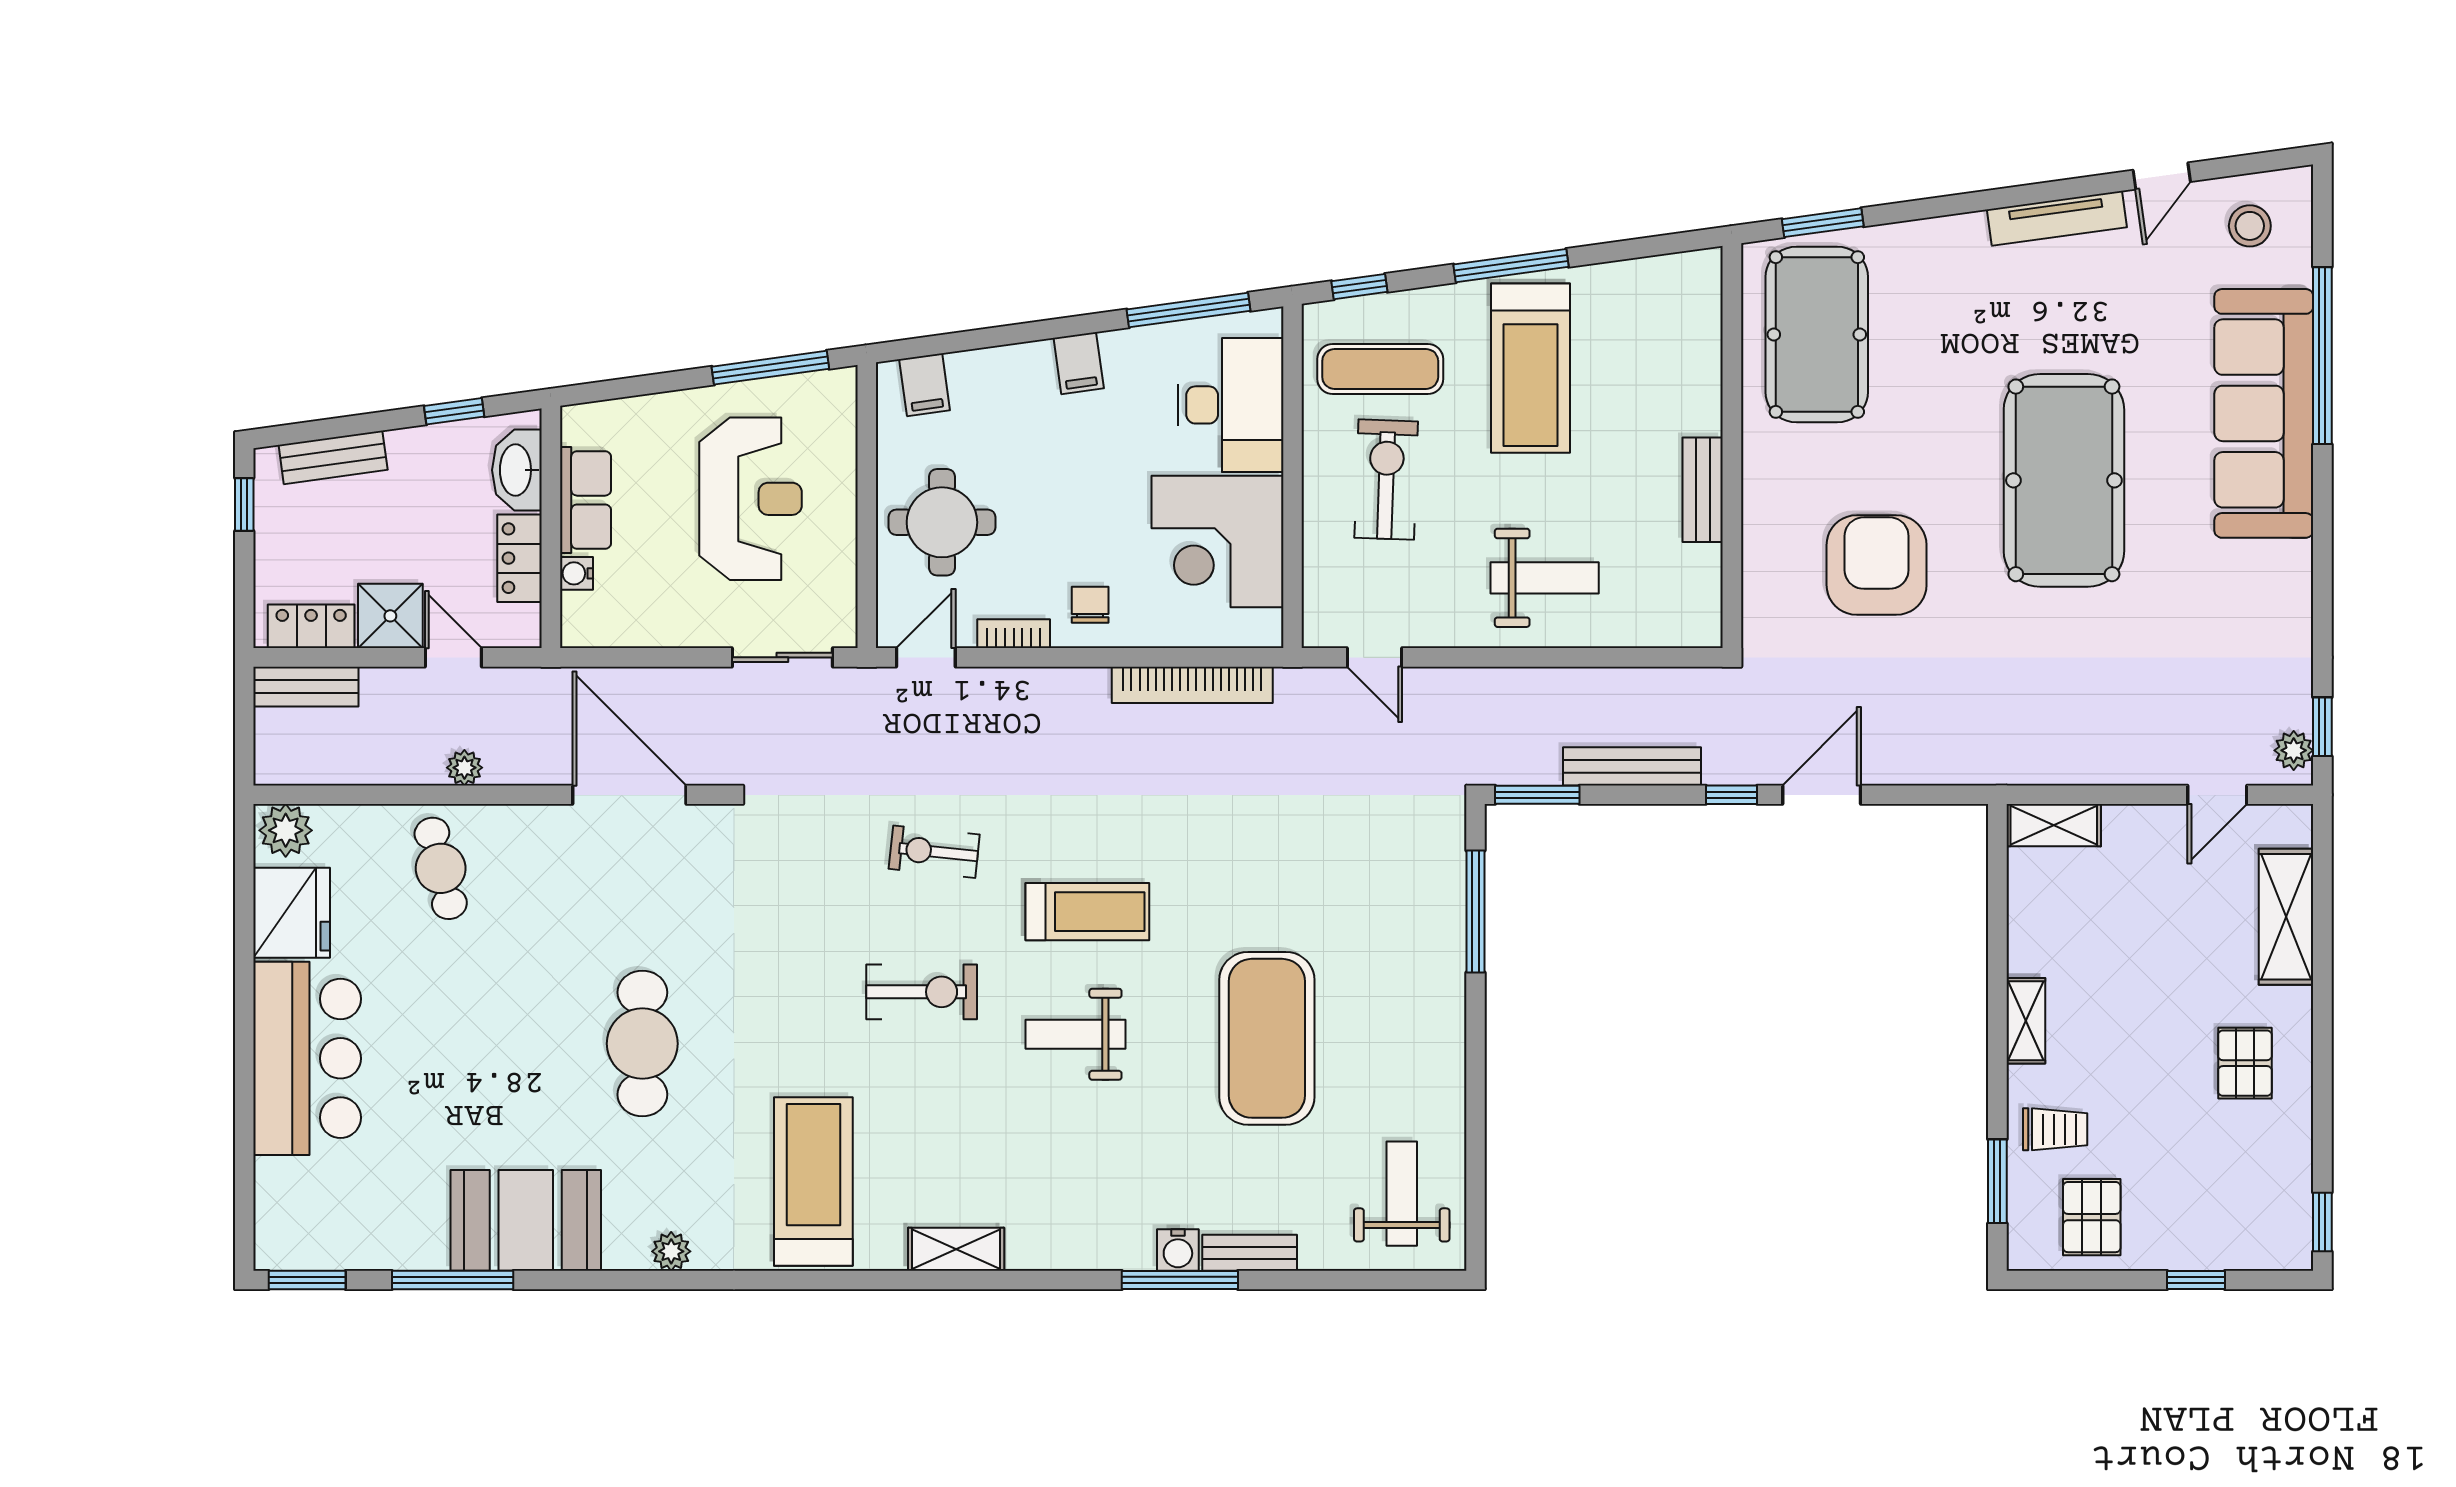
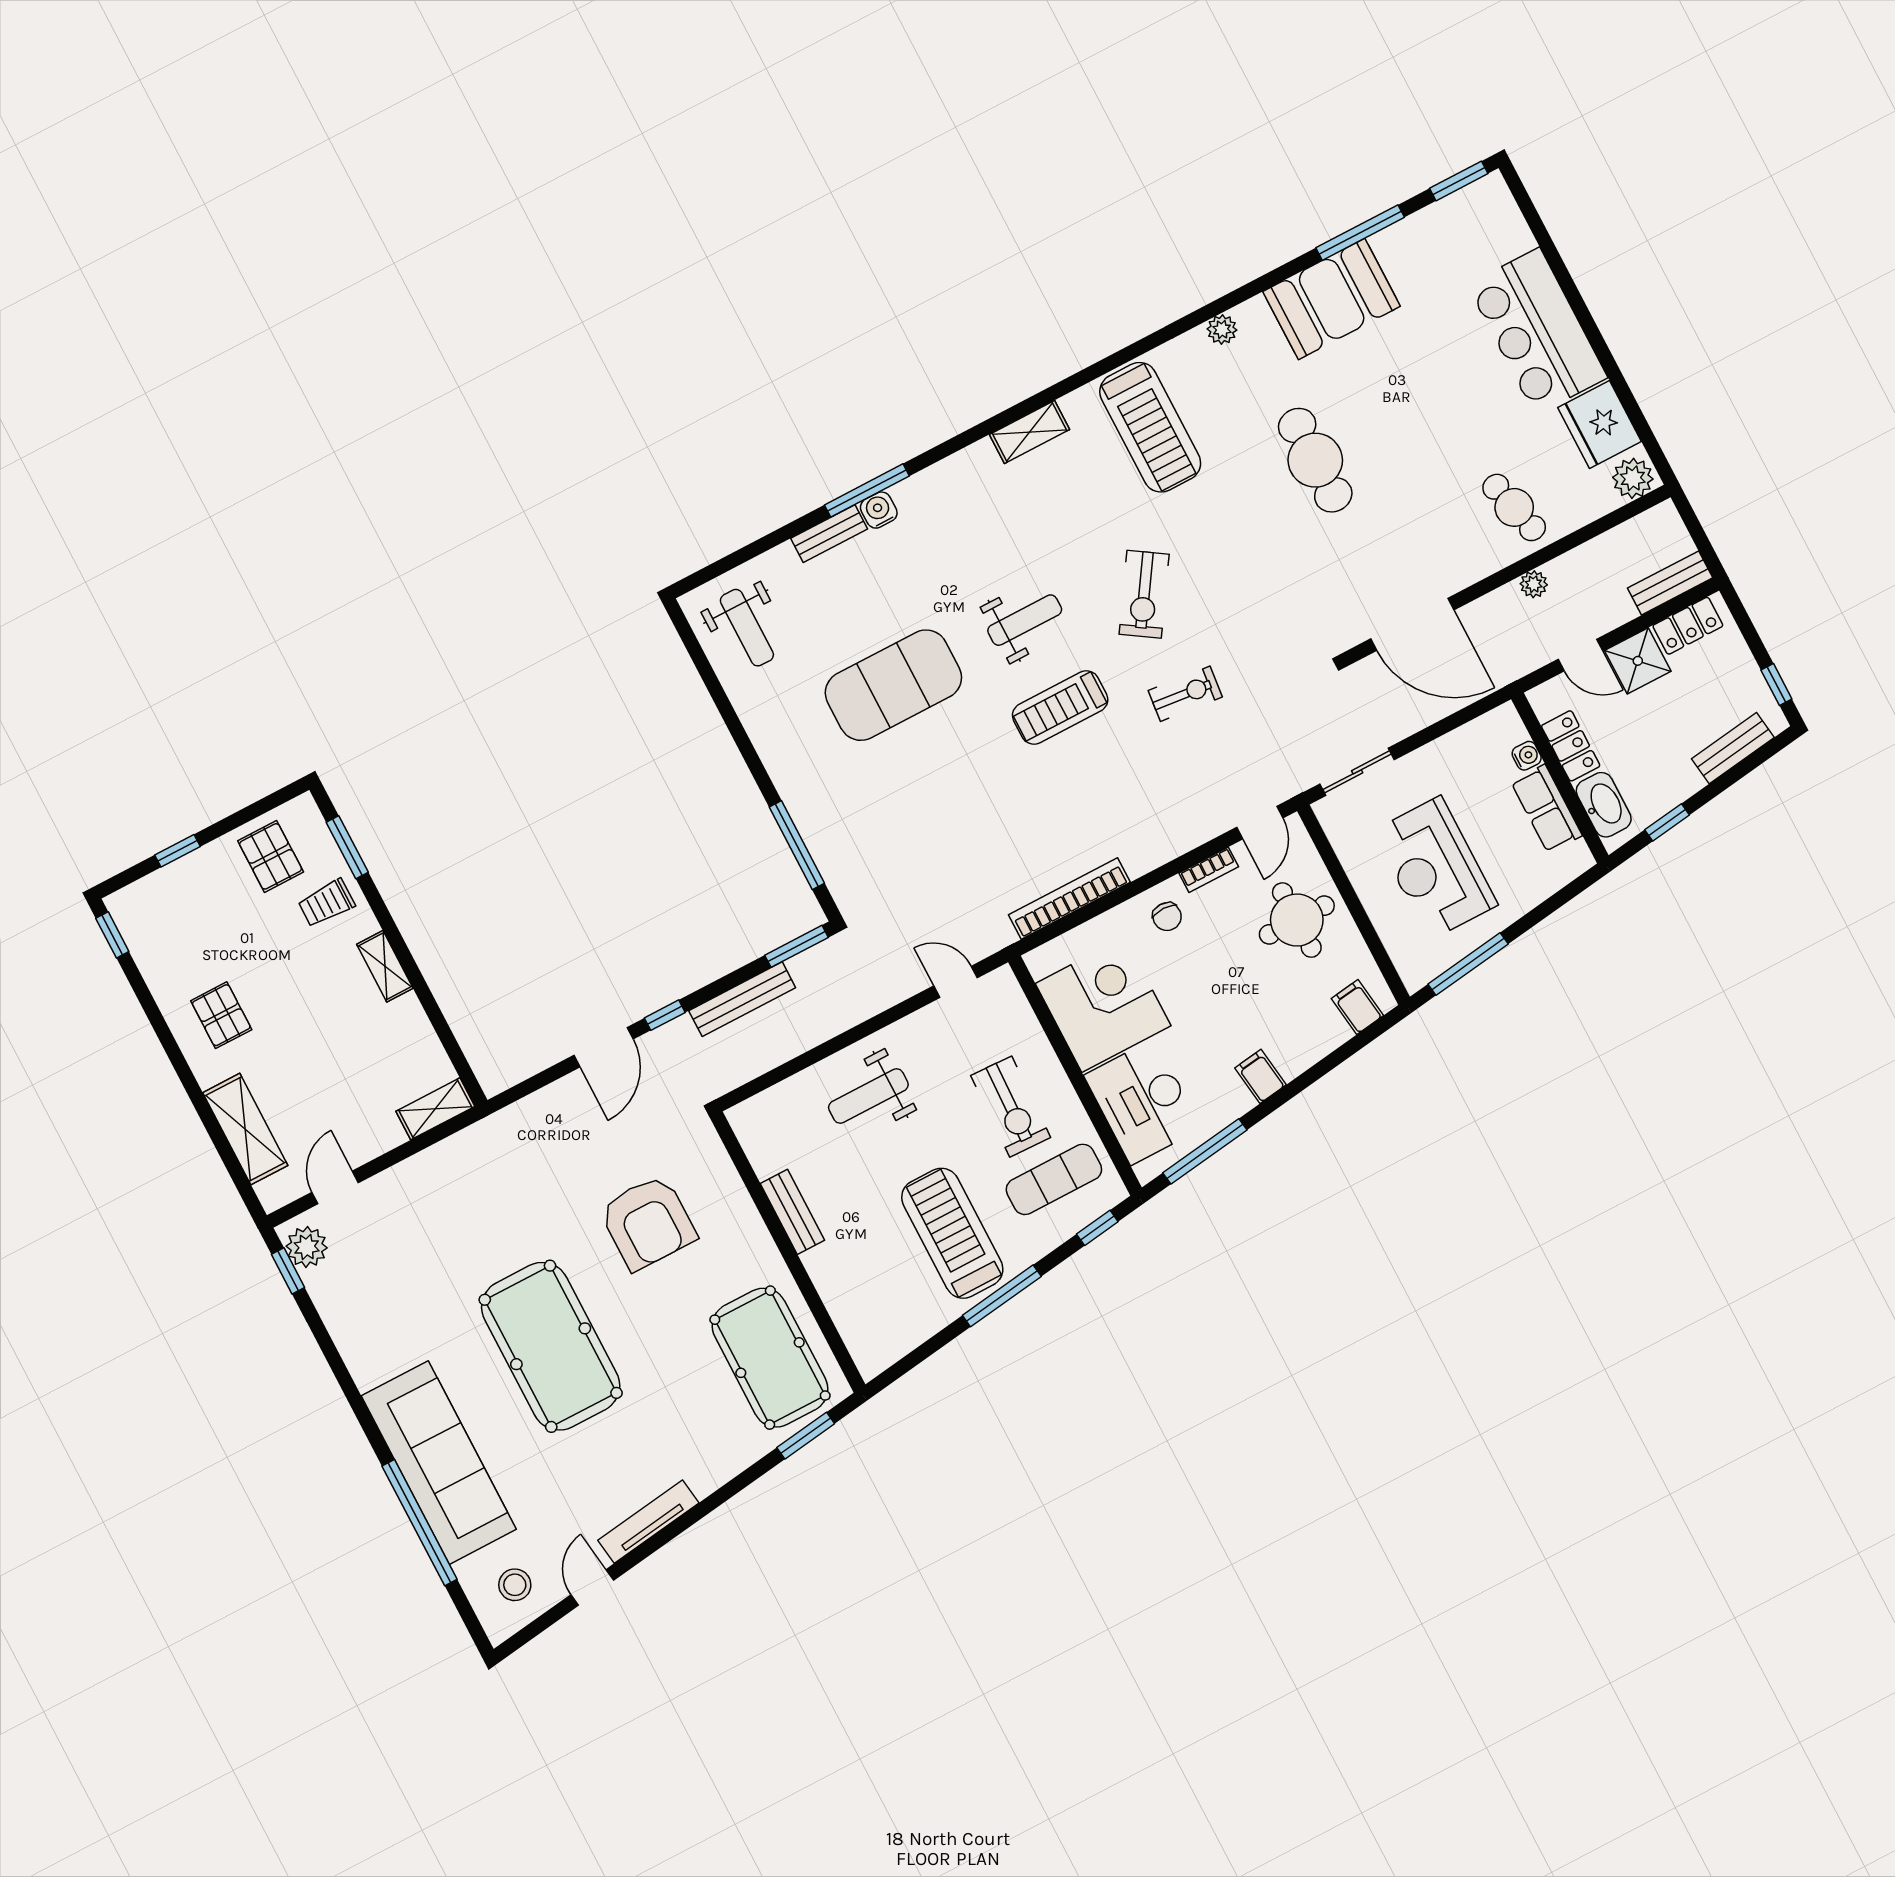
plant: (2294, 750) -> (307, 1247), width x1.38, depth x1.38
exercise bike: (922, 992) -> (1144, 594), turned -57
exercise mat: (1267, 1038) -> (893, 685), turned 90

